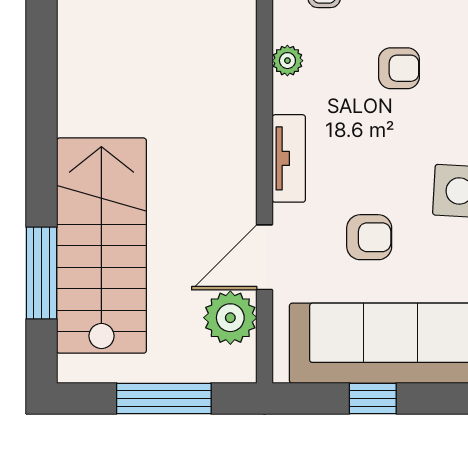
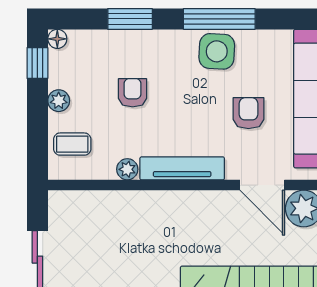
tv unit: (289, 158) -> (182, 168), width x1.41

